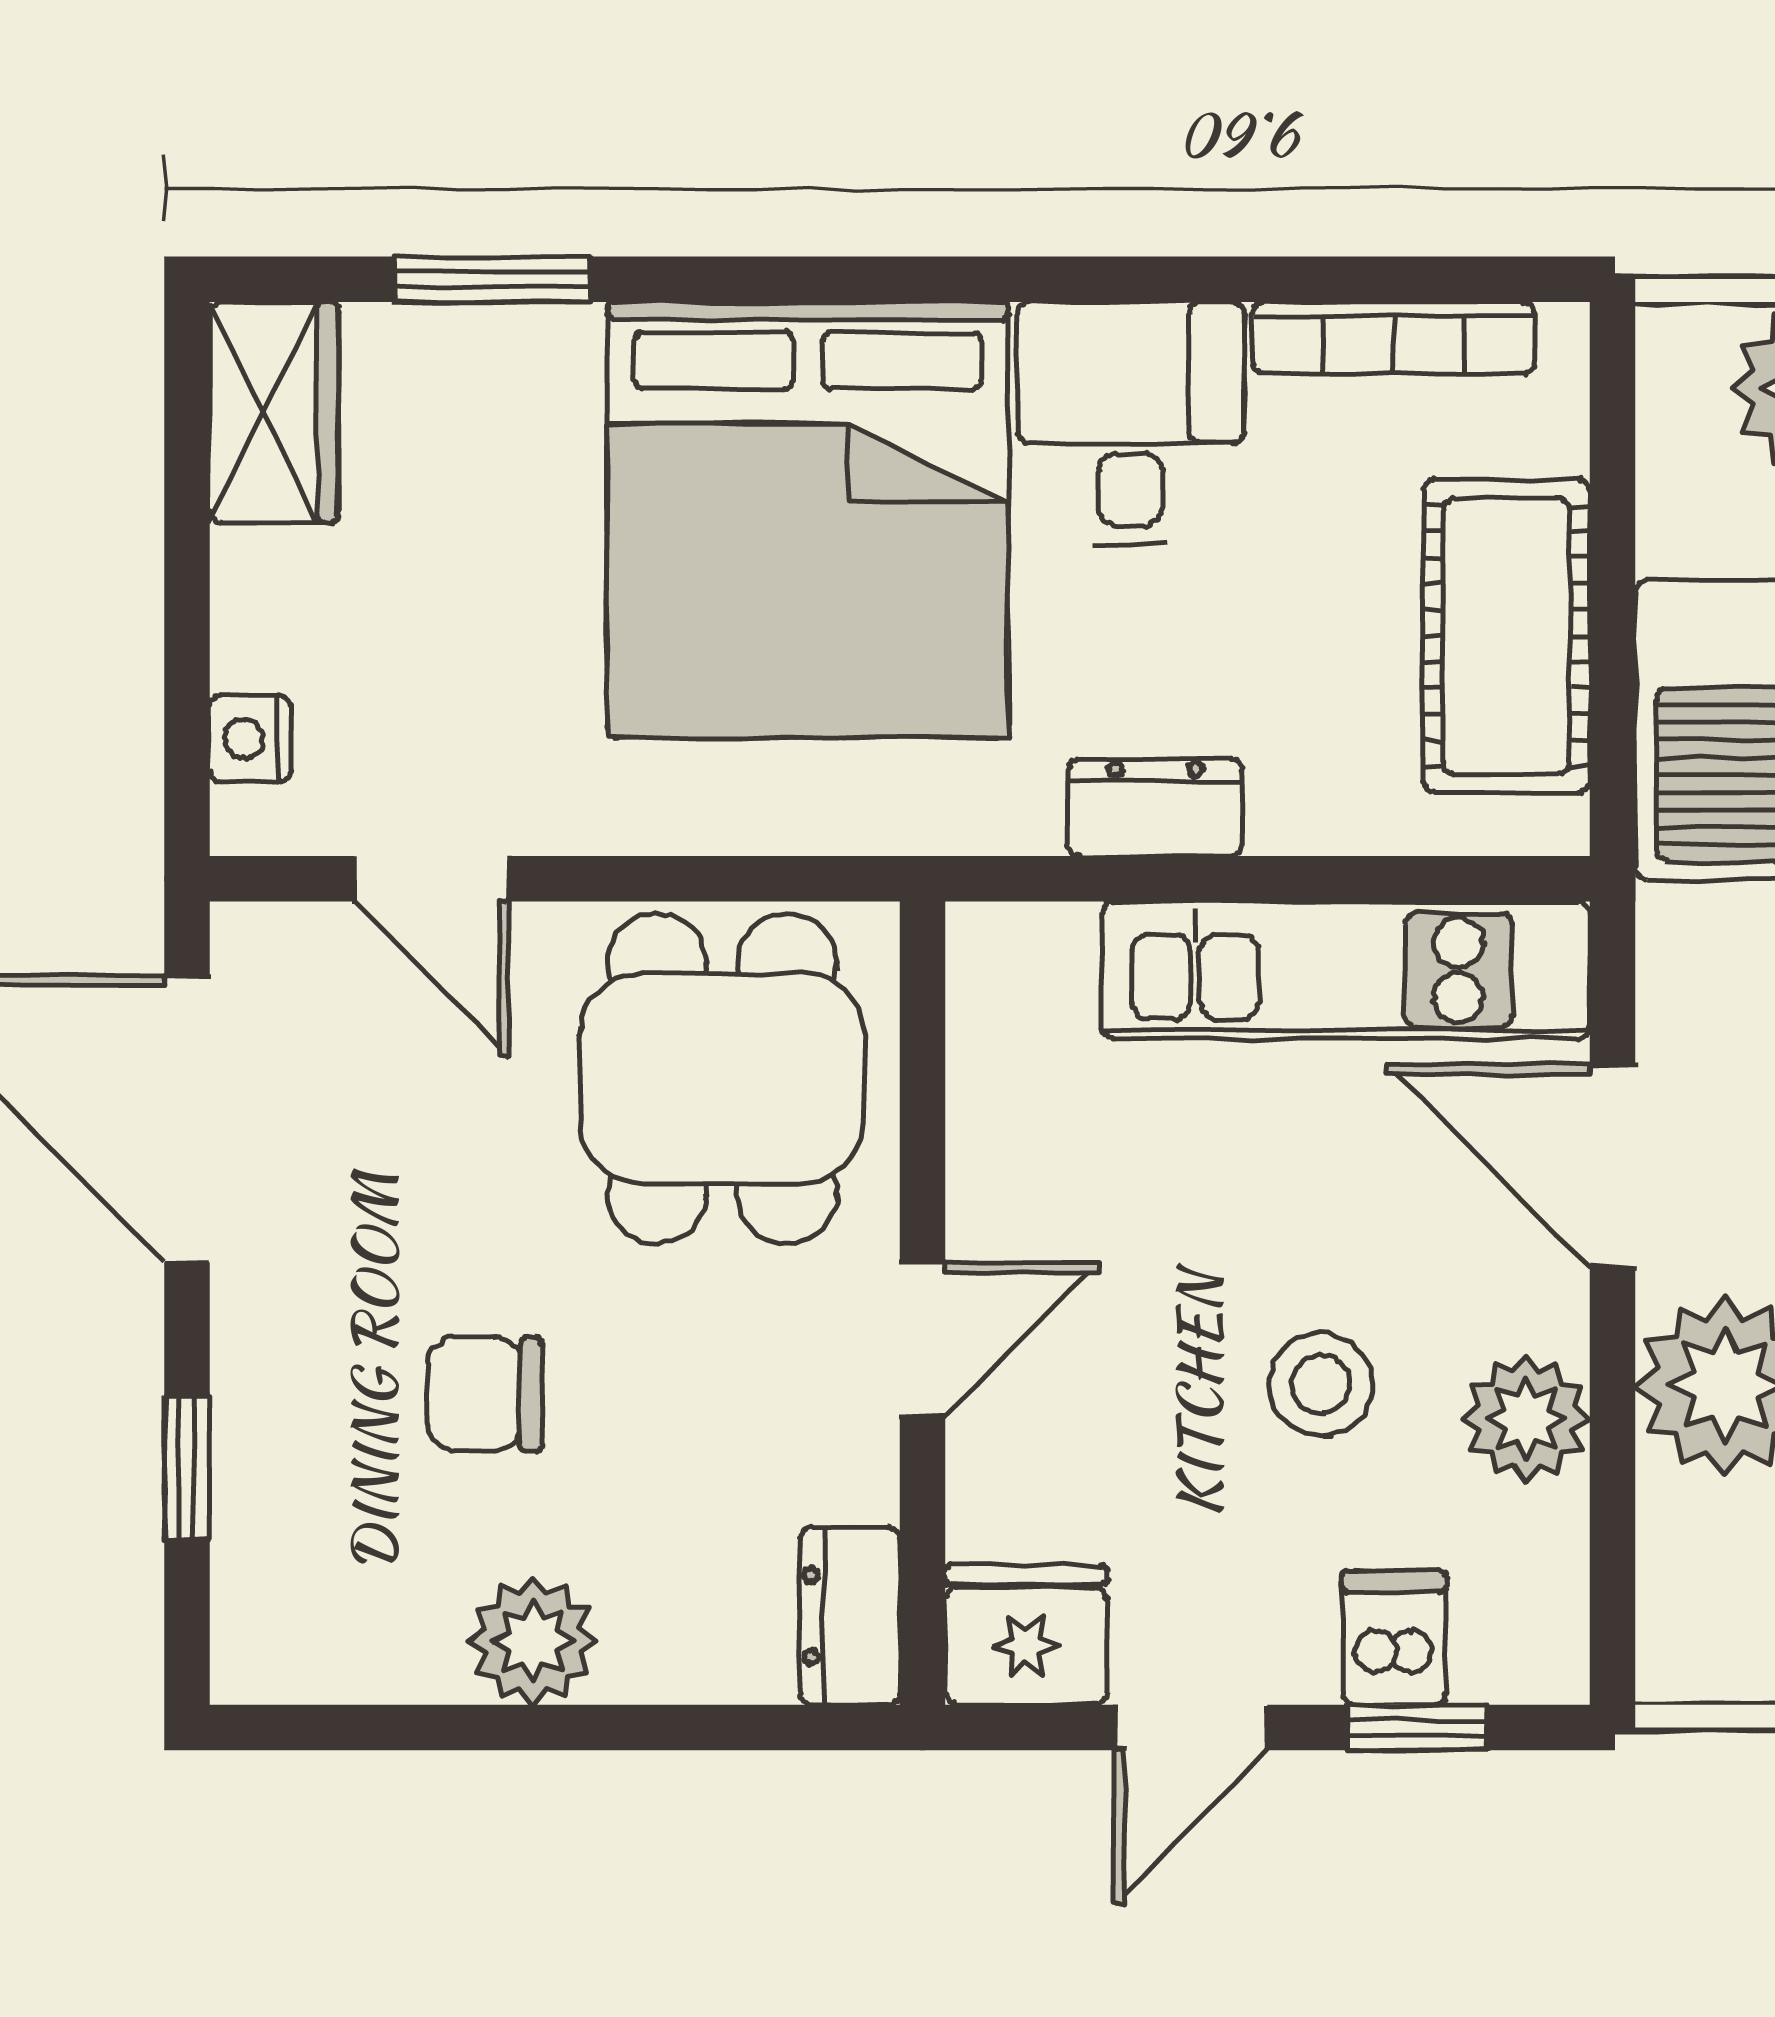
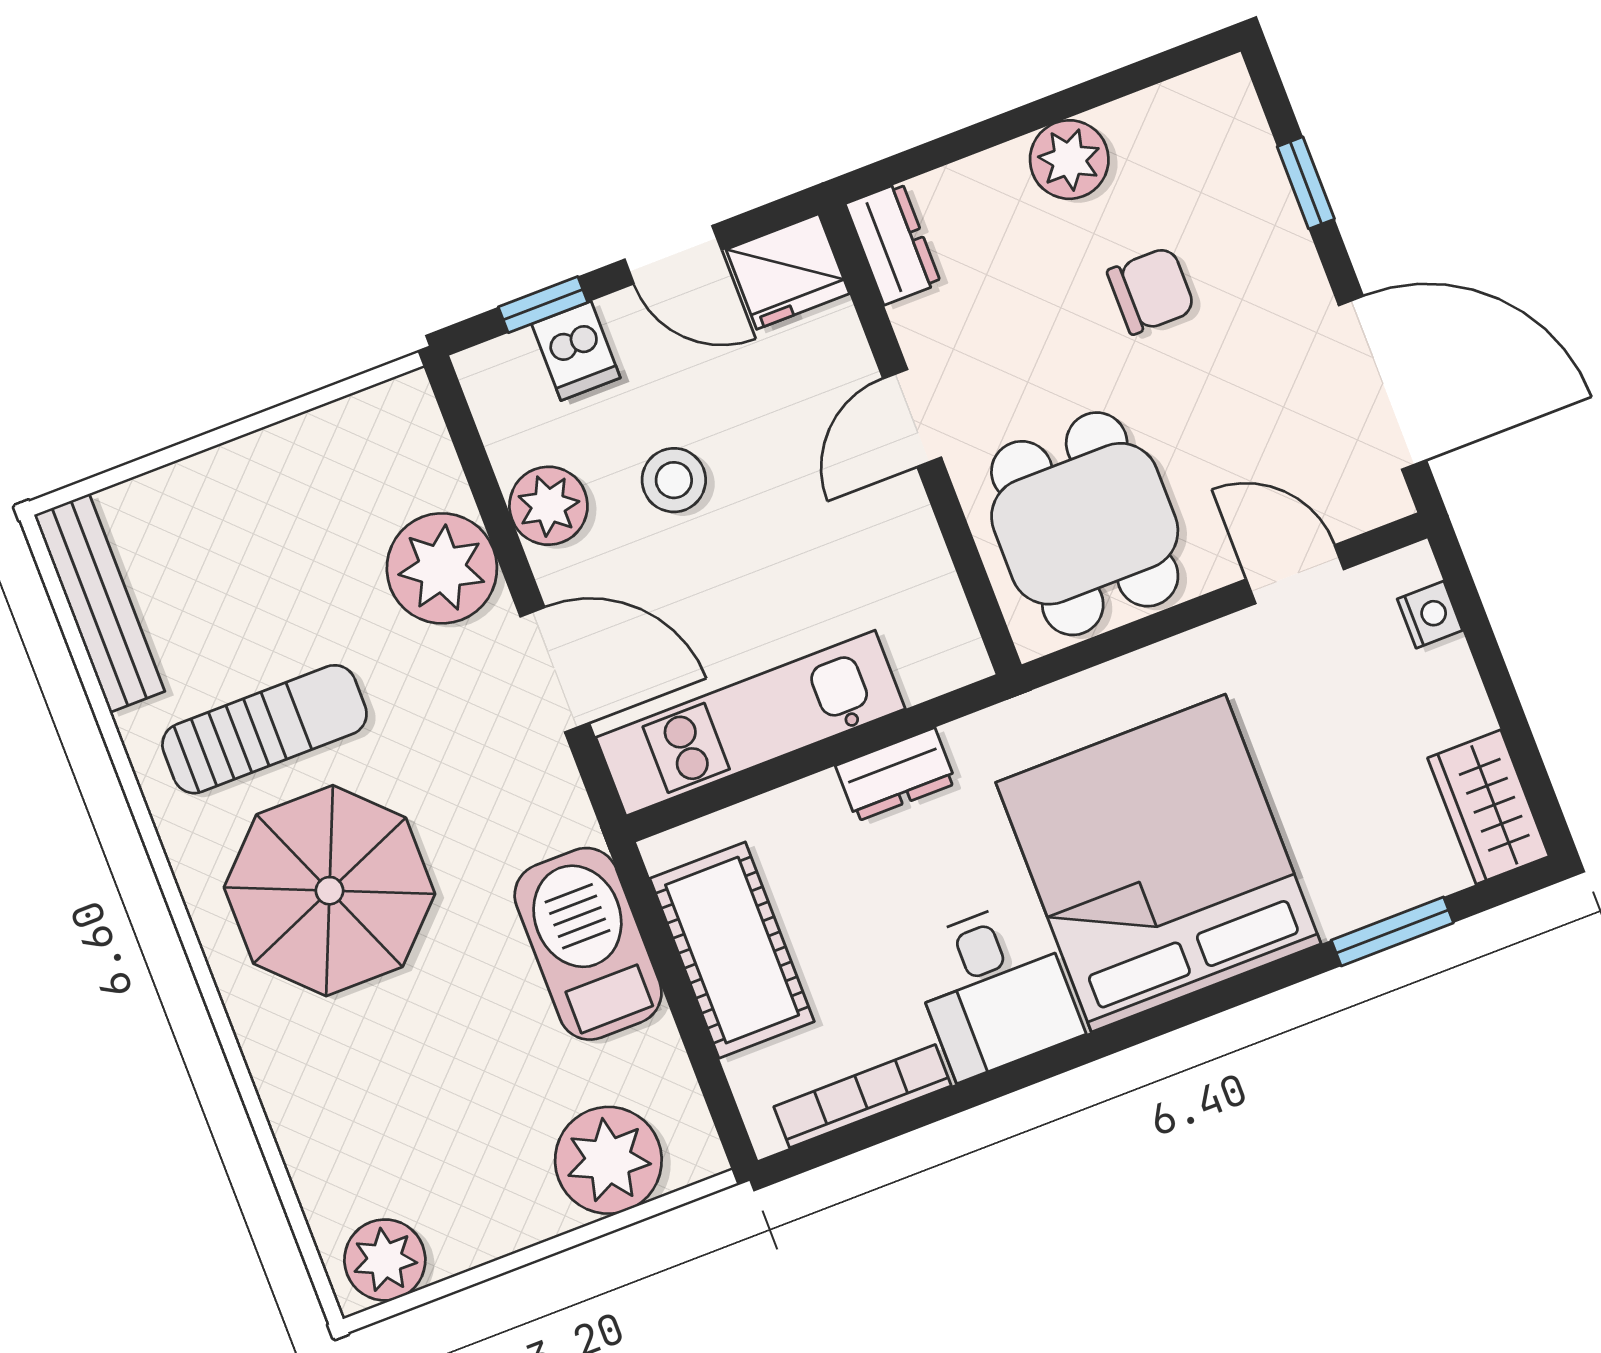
door: (1191, 1727) -> (673, 255), swing flipped

